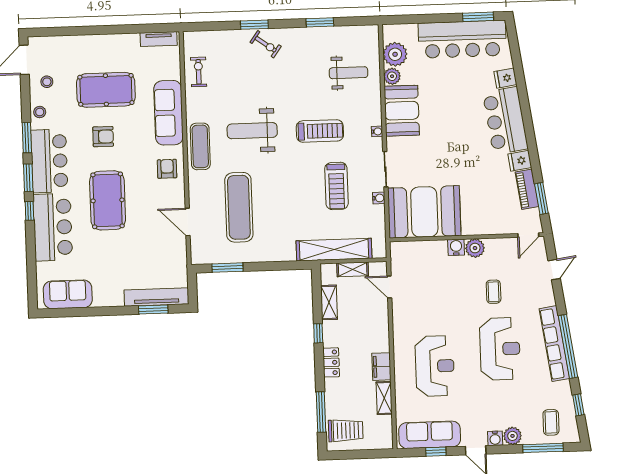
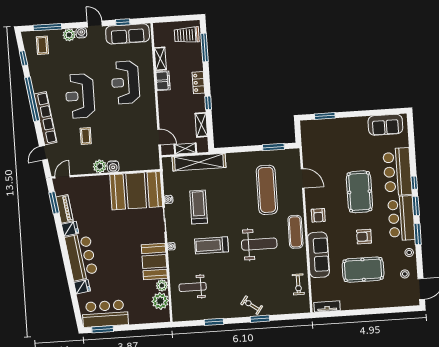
bar counter: (462, 39) -> (105, 314), width x0.73
tv unit: (156, 297) -> (323, 125), removed
row of seats: (554, 344) -> (45, 118), moved

